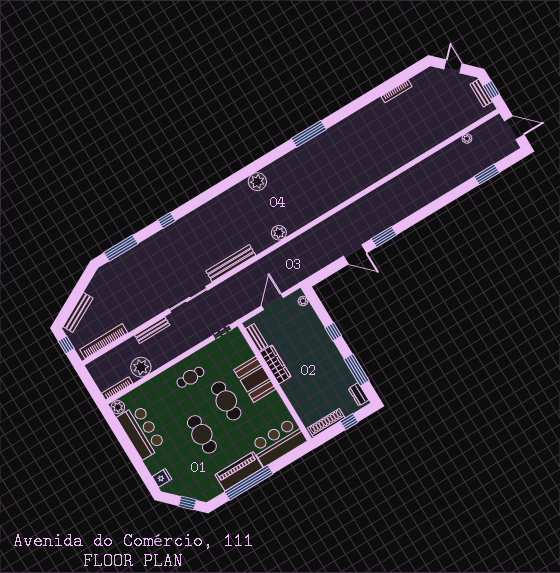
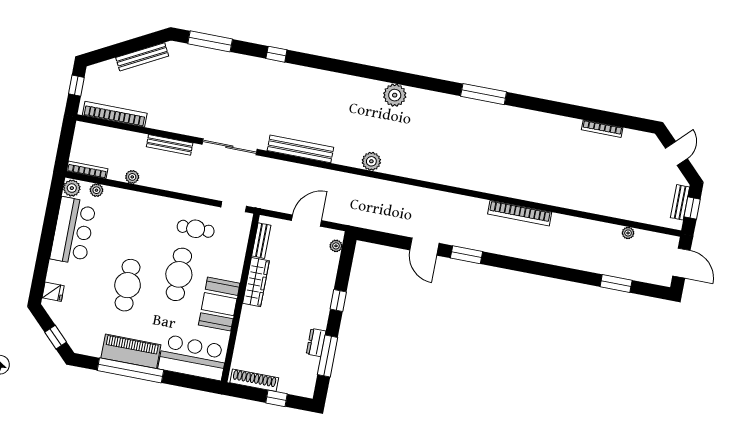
bookcase: (393, 184) -> (520, 213), added
bench: (78, 312) -> (142, 57), moved
plant: (141, 367) -> (132, 177), width x0.53, depth x0.53
cafe table: (190, 377) -> (196, 229), moved
booth: (255, 379) -> (219, 304), moved
dresser: (359, 394) -> (316, 343), moved
plant: (133, 395) -> (96, 190), added

